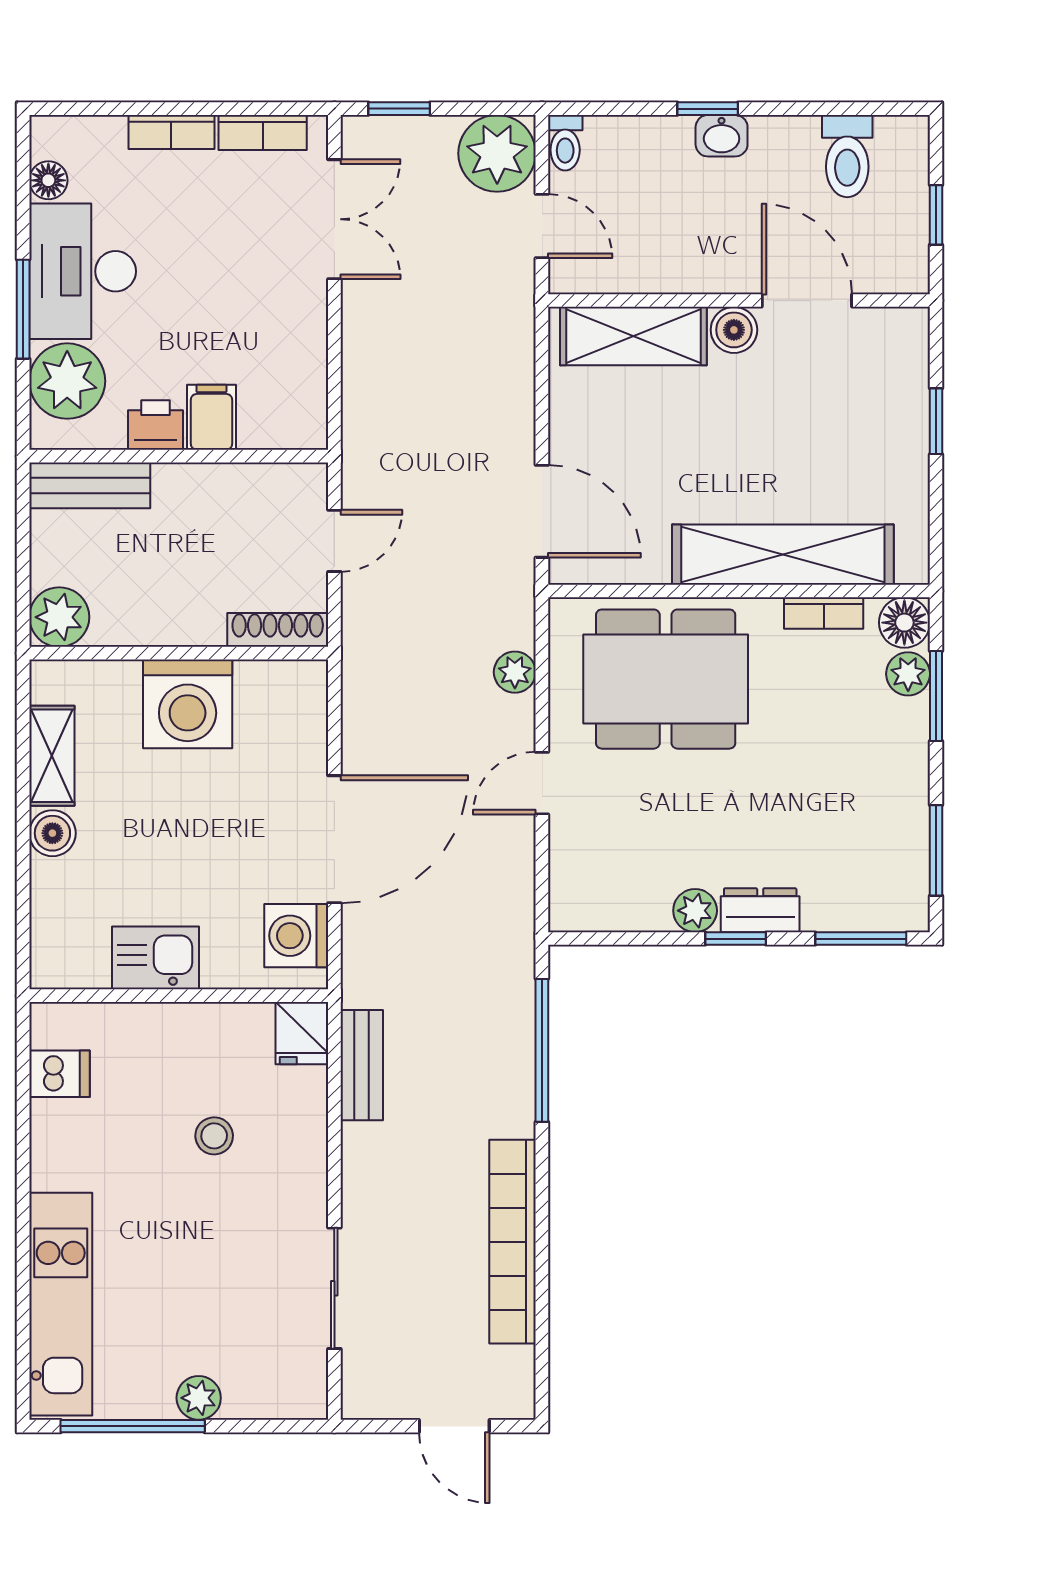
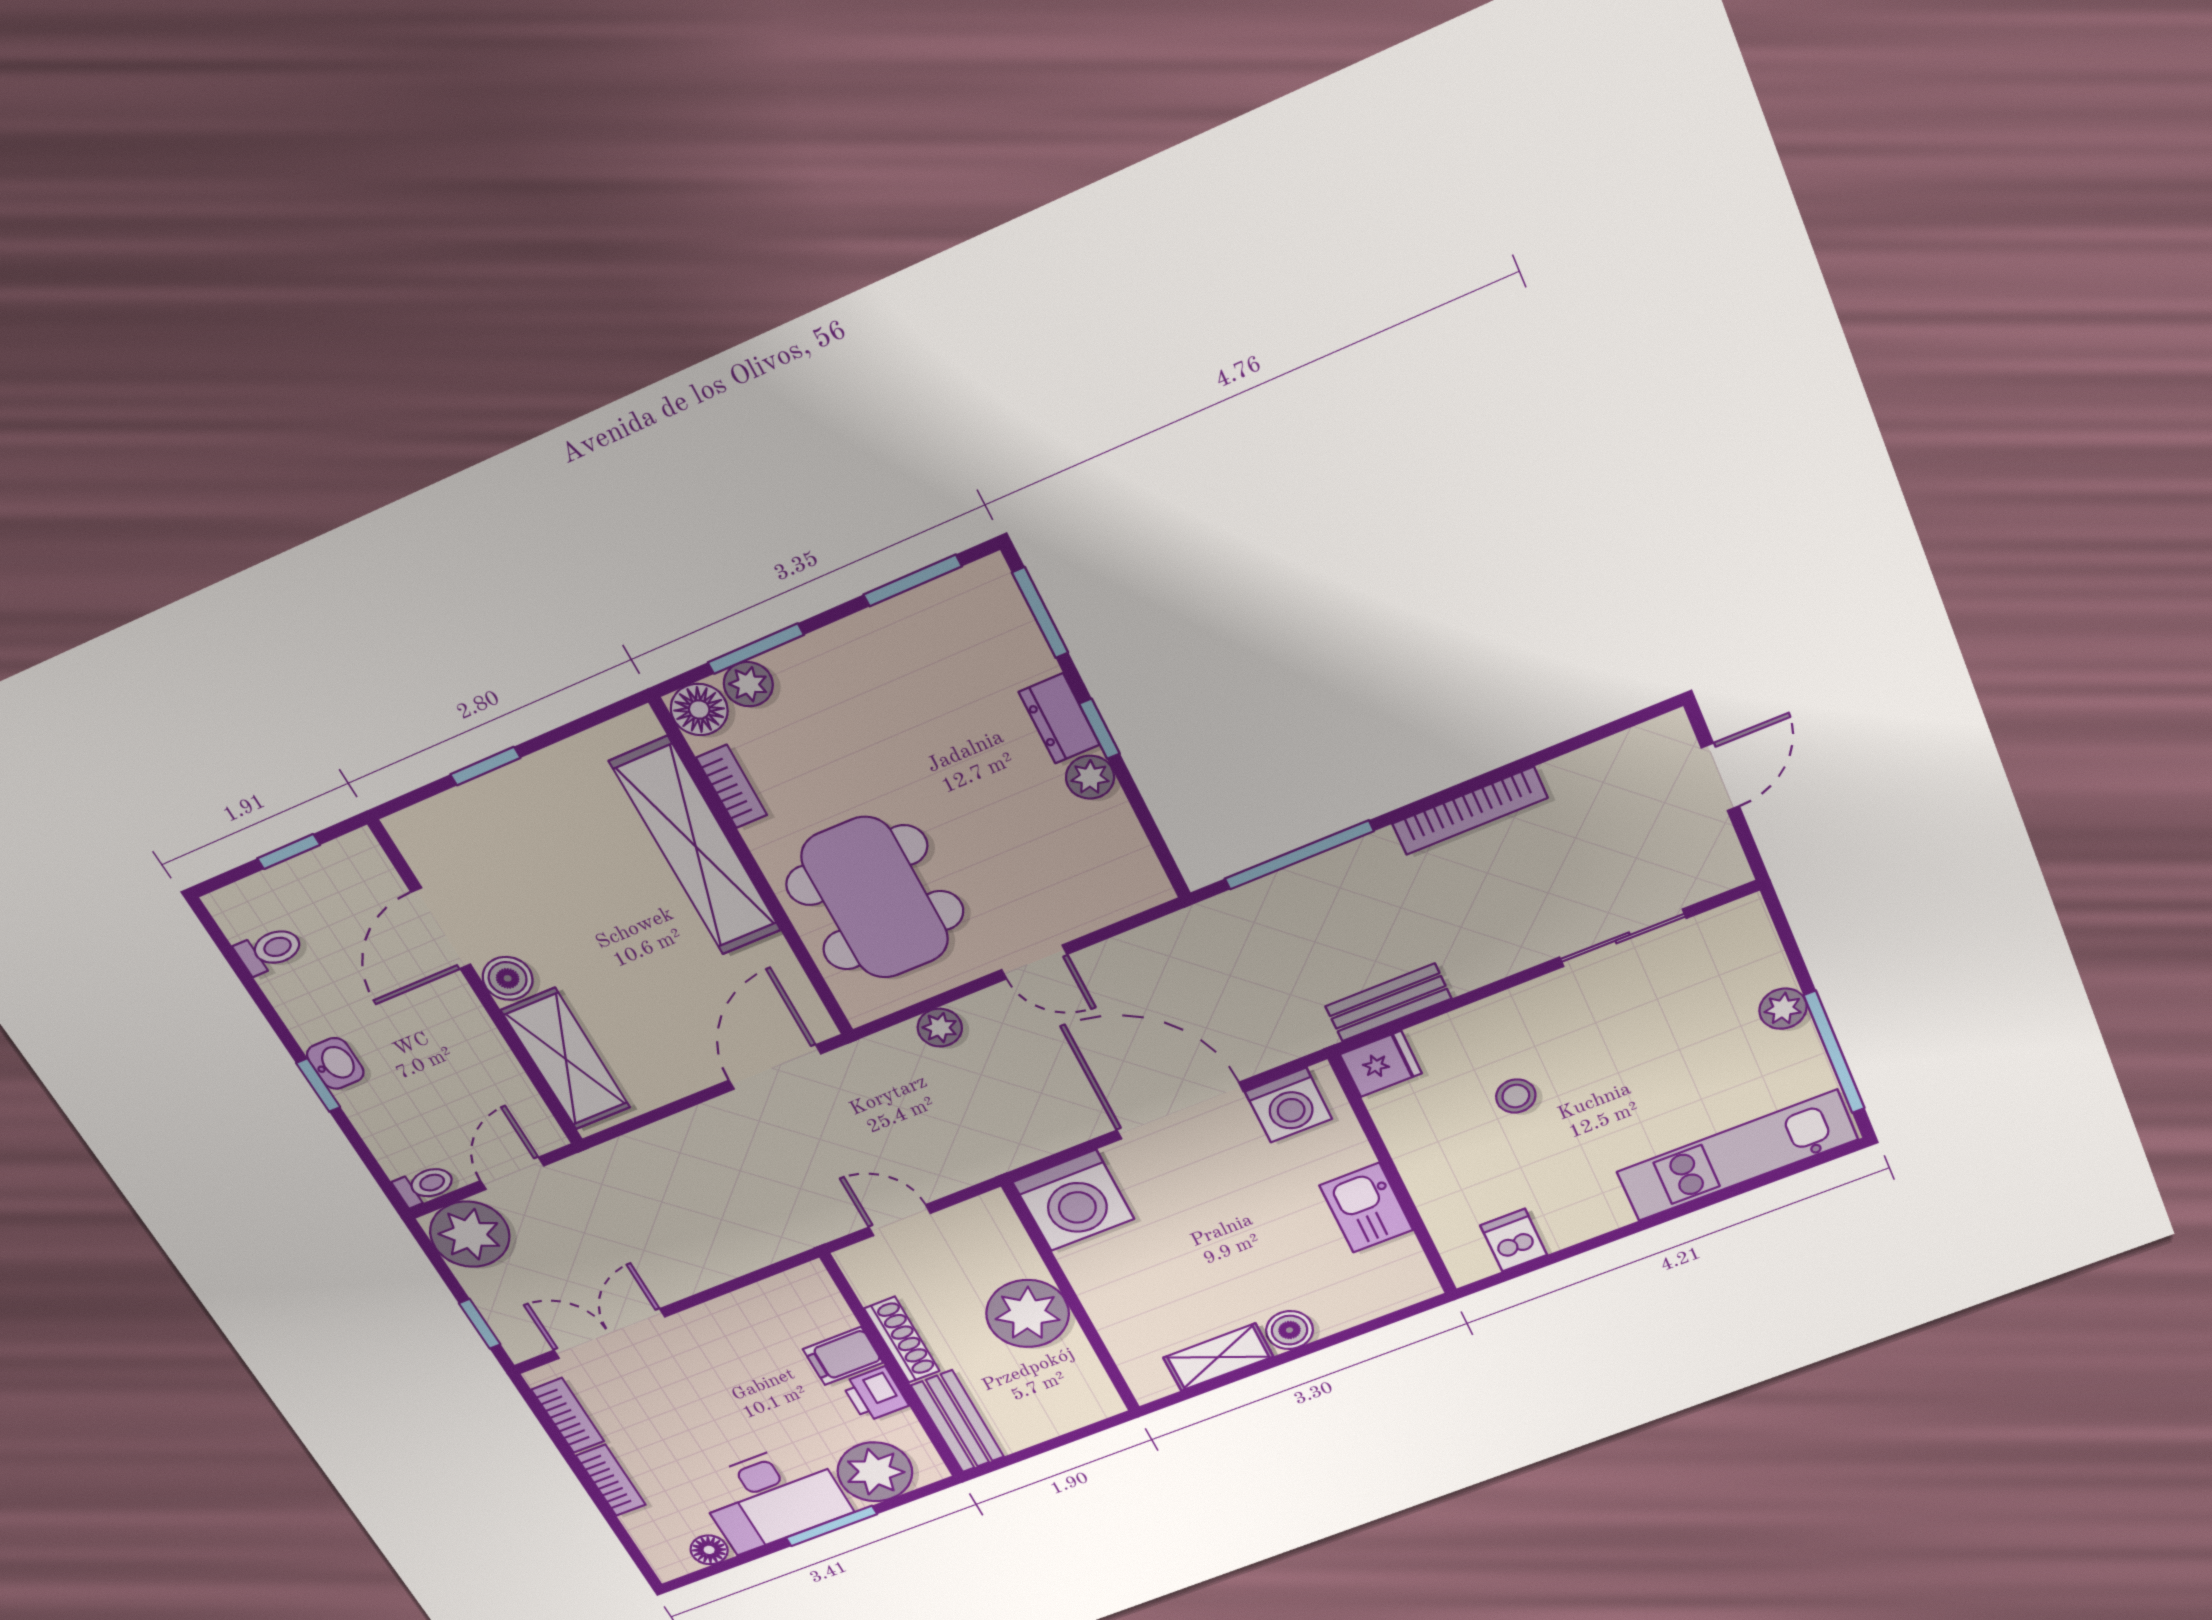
toilet: (847, 156) -> (270, 950), width x0.73, depth x0.72
plant: (59, 617) -> (1028, 1314), moved, width x1.36, depth x1.36
shoe rack: (278, 630) -> (902, 1340), moved, turned 180
washing machine: (188, 704) -> (1074, 1201), moved, turned 90
bookcase: (512, 1242) -> (1470, 811), width x0.68, depth x0.76

